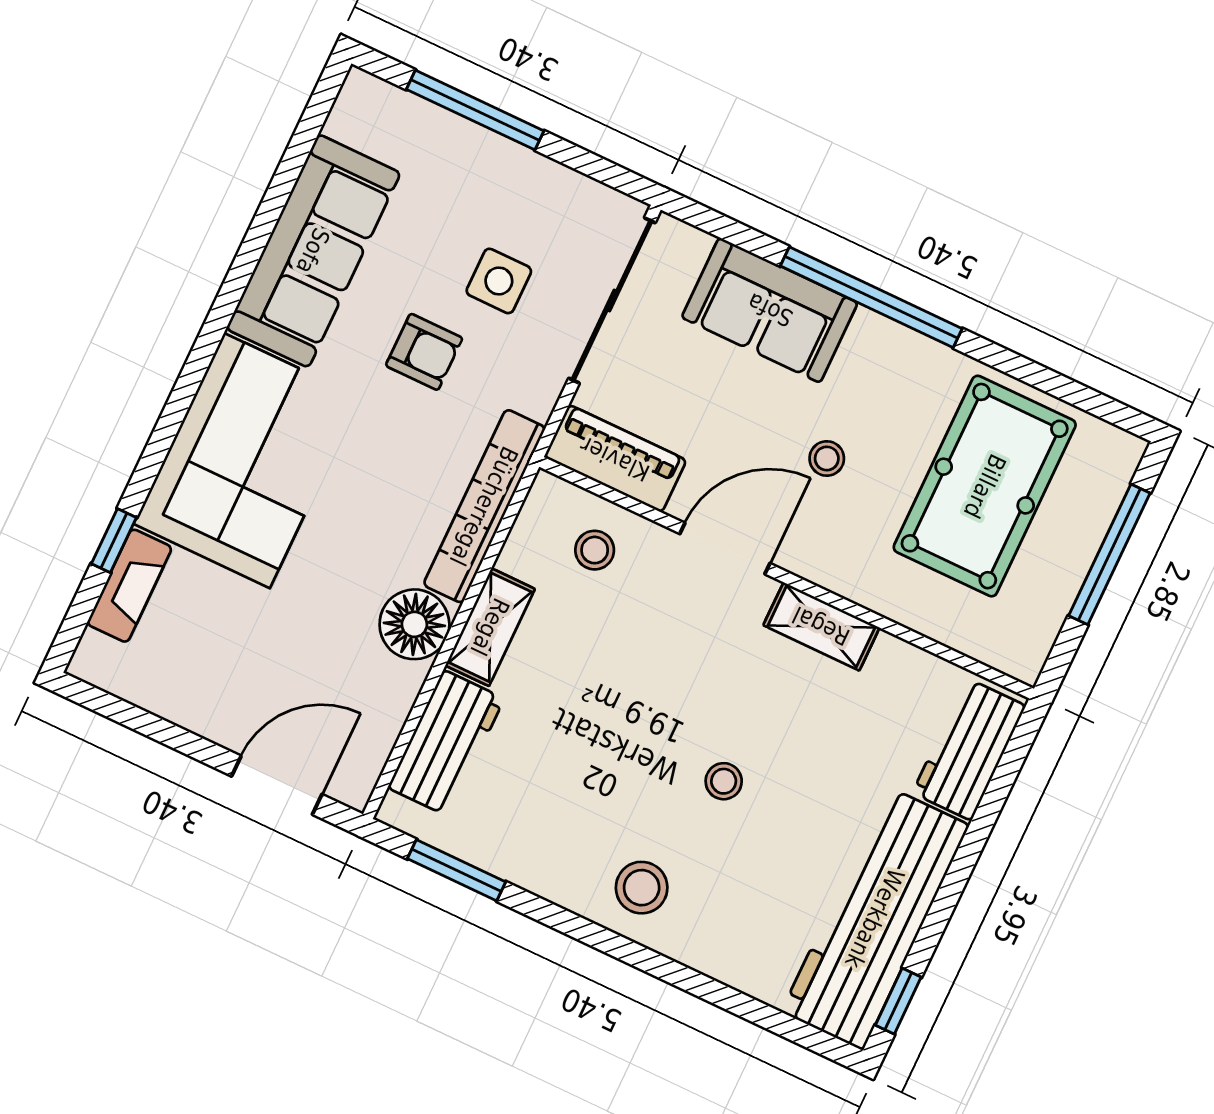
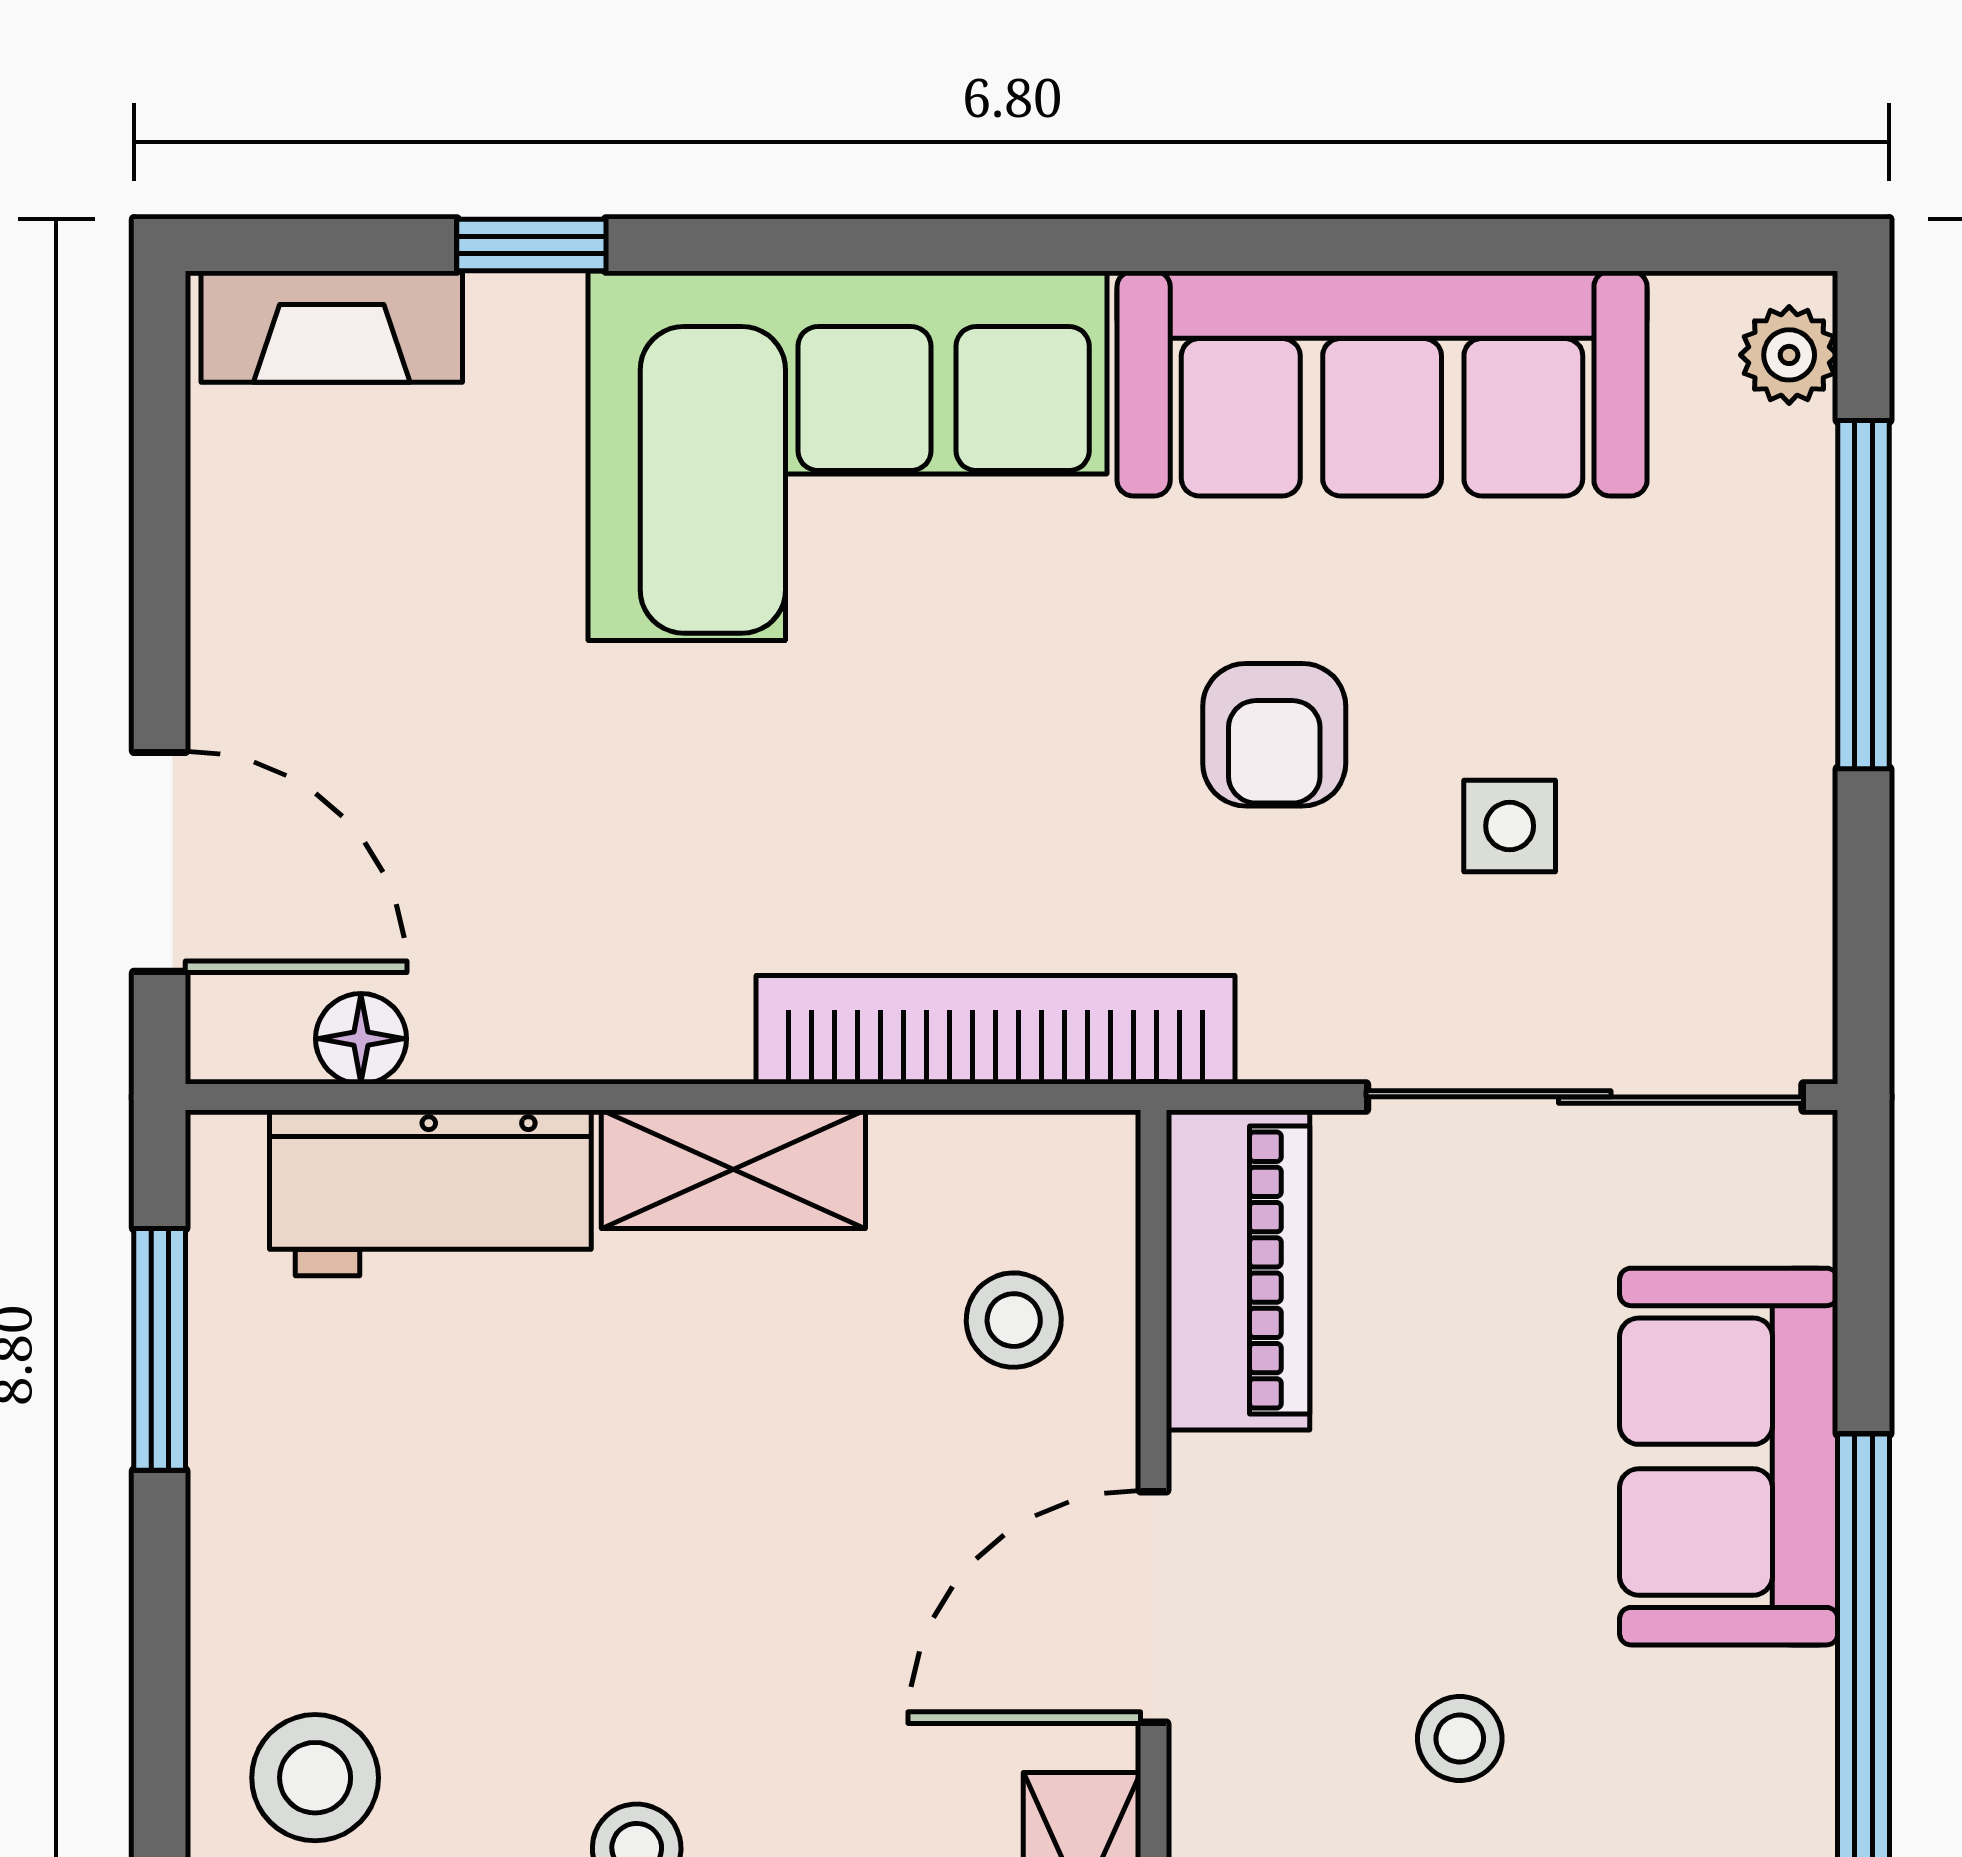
plant: (374, 96) -> (1789, 355), added
side table: (499, 281) -> (1510, 826), width x0.73, depth x0.73
door: (725, 549) -> (1154, 1607), swing flipped
fireplace: (129, 586) -> (332, 327), moved
floor lamp: (414, 624) -> (361, 1039), moved, width x0.53, depth x0.53

